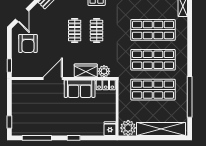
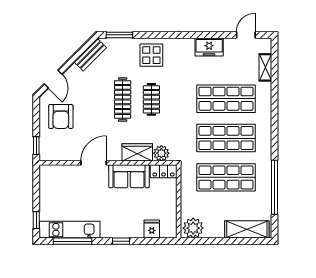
clothes rail: (75, 31) -> (123, 99), width x1.36
kitchen unit: (35, 129) -> (70, 230), added
fridge: (110, 129) -> (152, 229), moved
shelving: (161, 129) -> (247, 229), width x0.68

